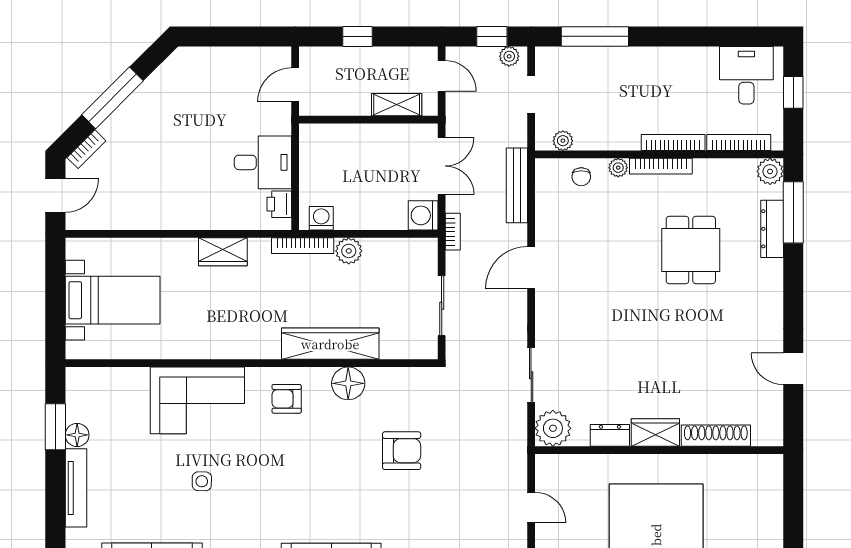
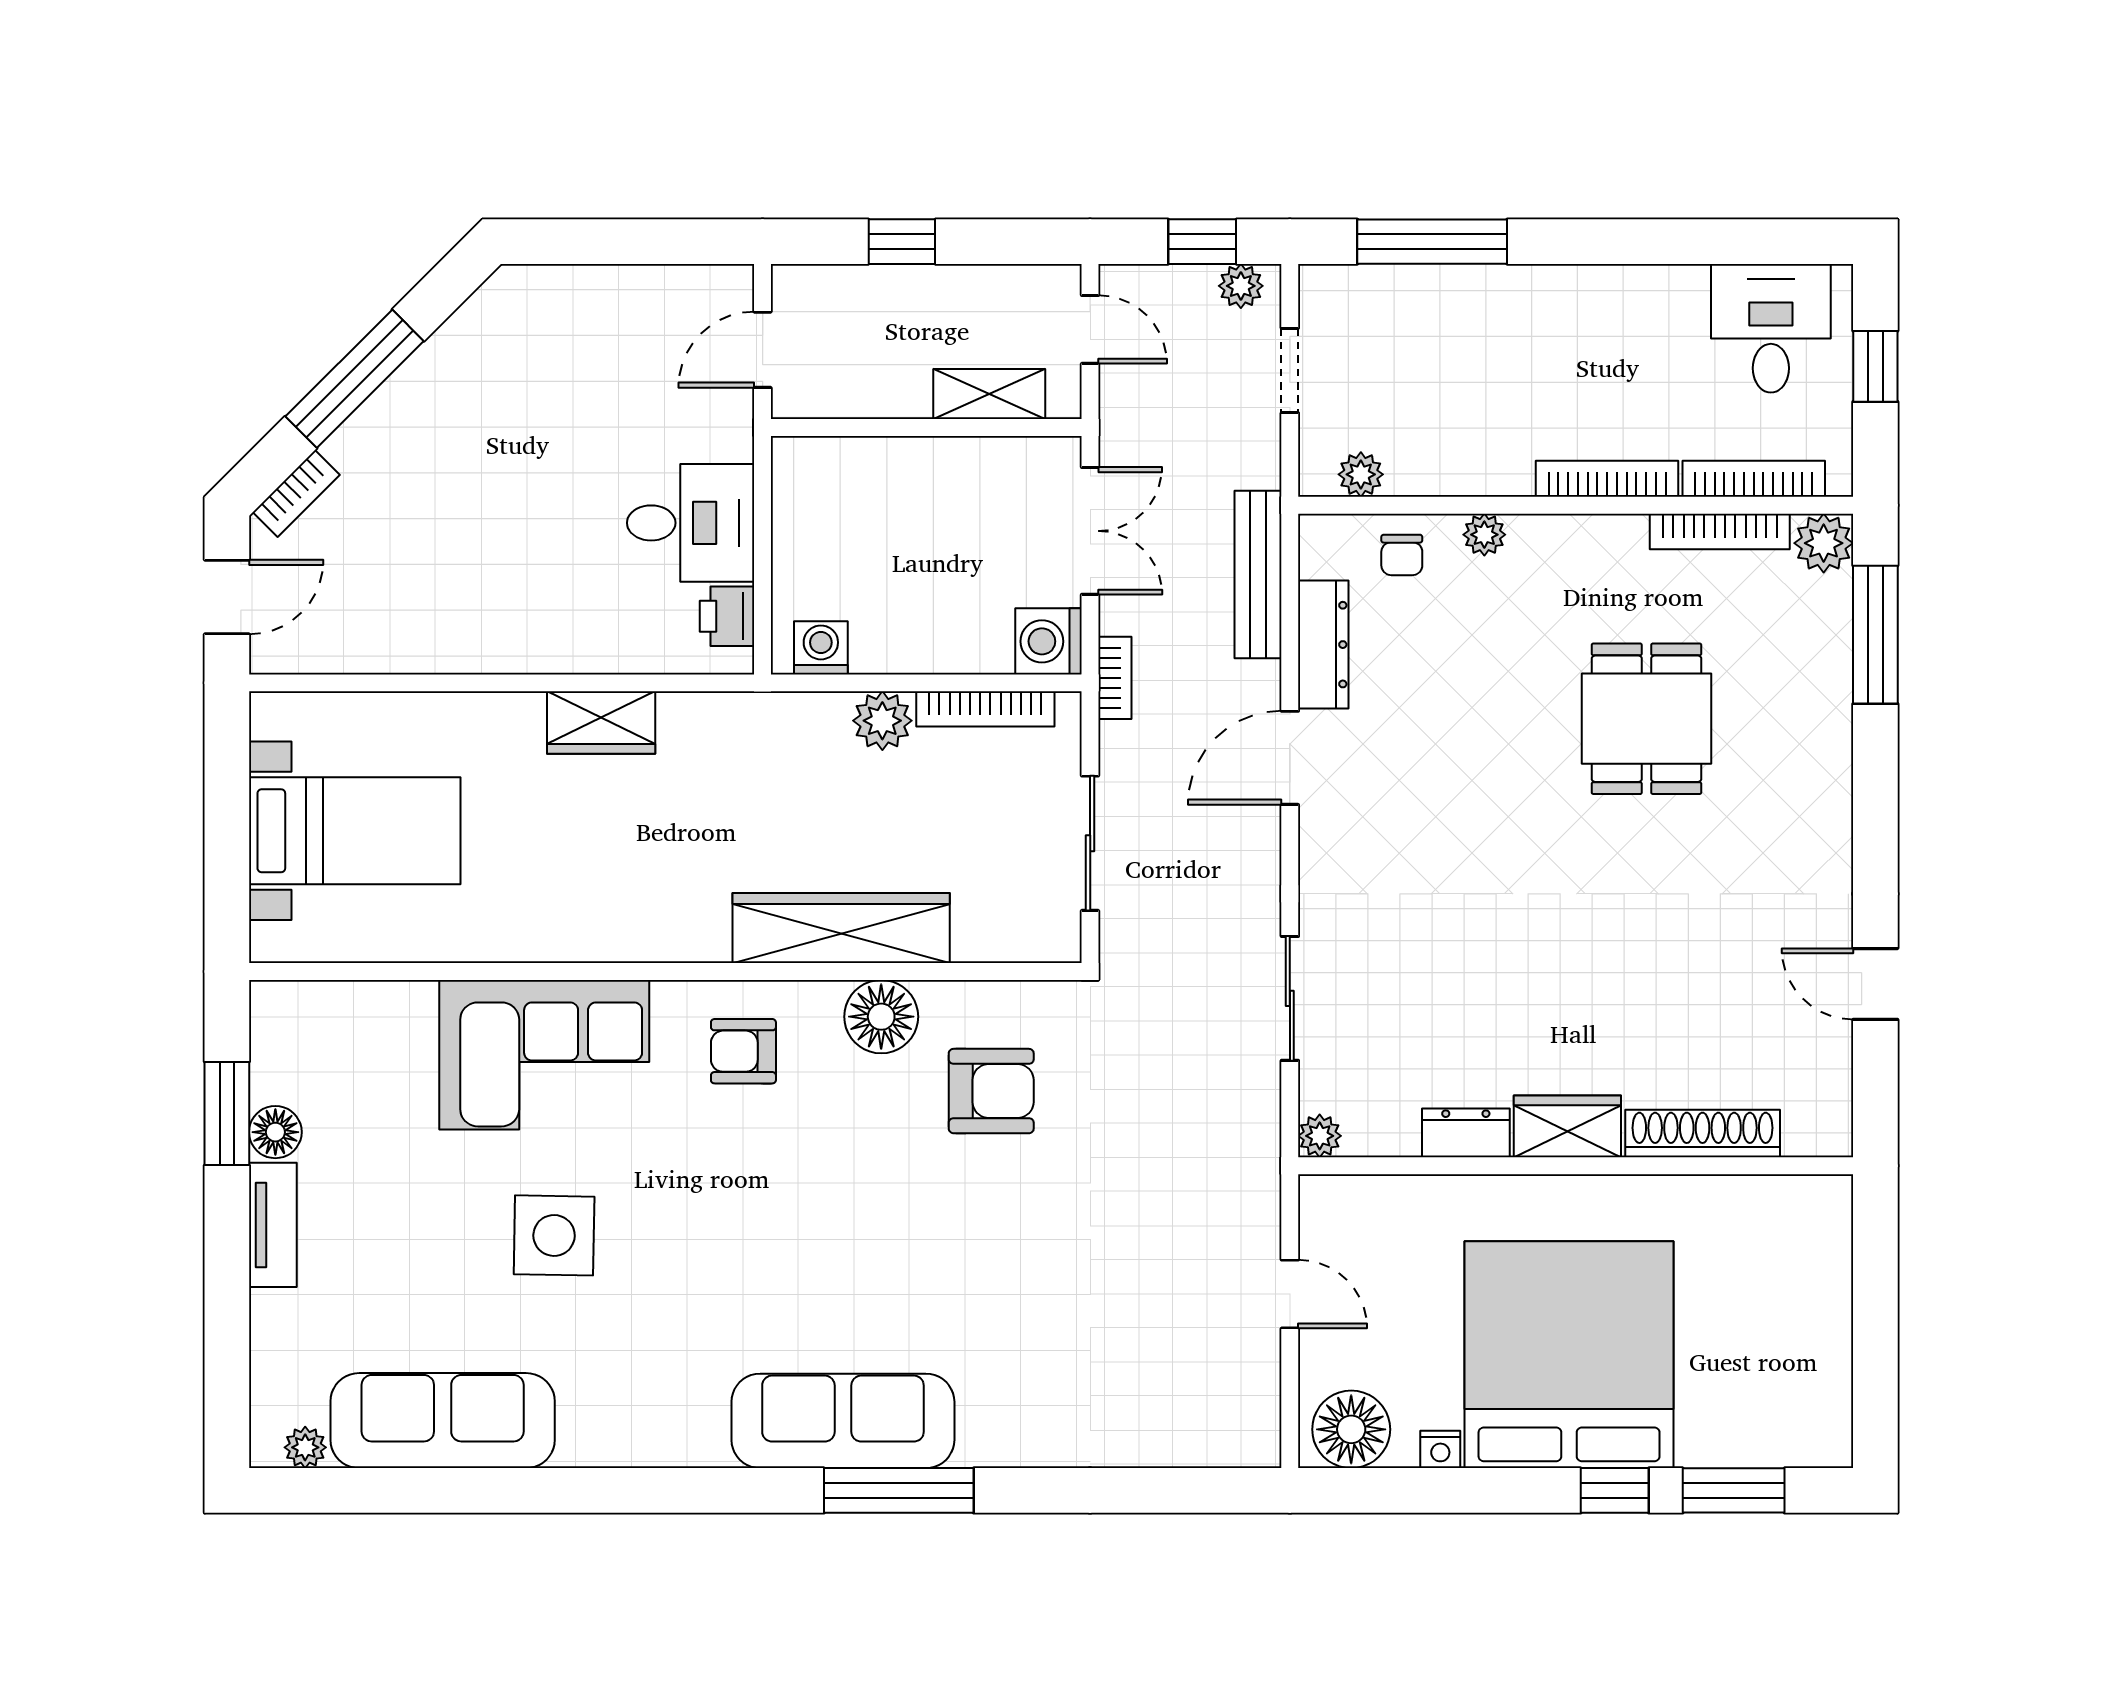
bookcase: (661, 166) -> (1720, 531), moved
dresser: (772, 229) -> (1323, 645), moved, turned 180
bookcase: (303, 246) -> (985, 709), moved
plant: (553, 428) -> (1320, 1136), width x0.53, depth x0.53
armchair: (402, 451) -> (991, 1091), moved
side table: (202, 481) -> (554, 1235), width x1.87, depth x1.87
tv unit: (76, 488) -> (273, 1225), width x0.71

